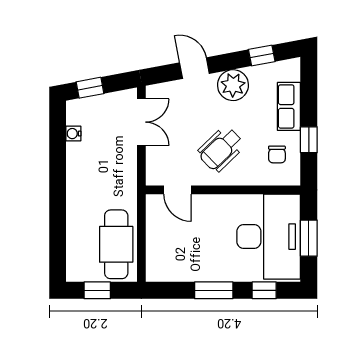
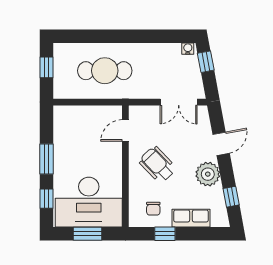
water cooler: (73, 134) -> (188, 49), moved
chair: (277, 154) -> (153, 209), turned -90
cafe table: (116, 244) -> (105, 71), moved

